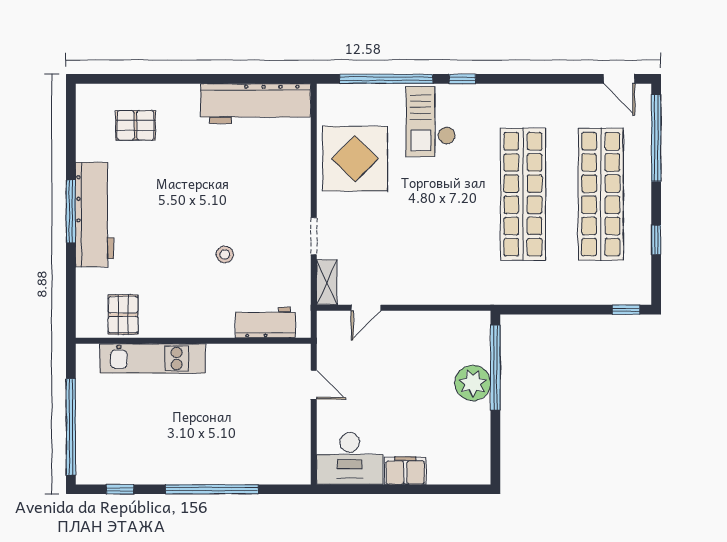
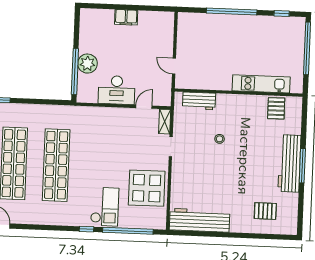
desk: (350, 459) -> (117, 90), moved, turned 180

